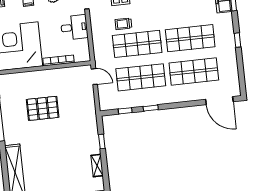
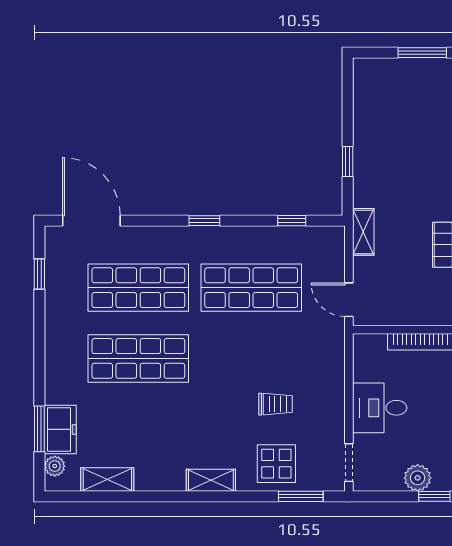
window: (237, 40) -> (39, 274), moved
shop shelf: (137, 44) -> (251, 358), removed
window: (151, 108) -> (204, 221), moved
shelving: (97, 166) -> (363, 232), moved

